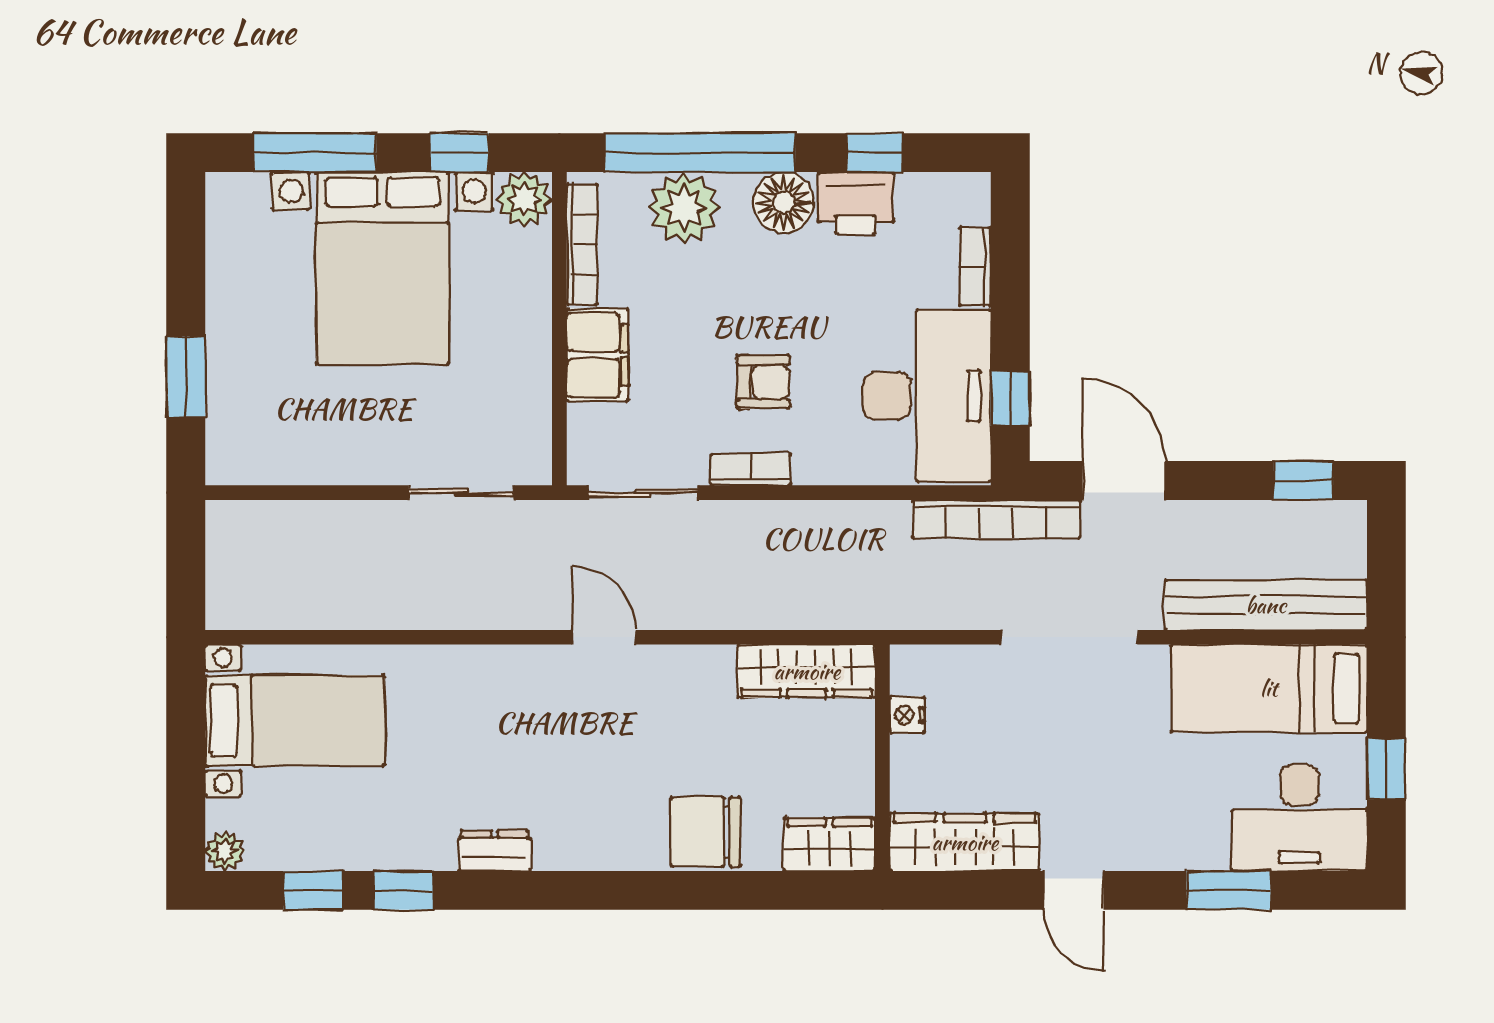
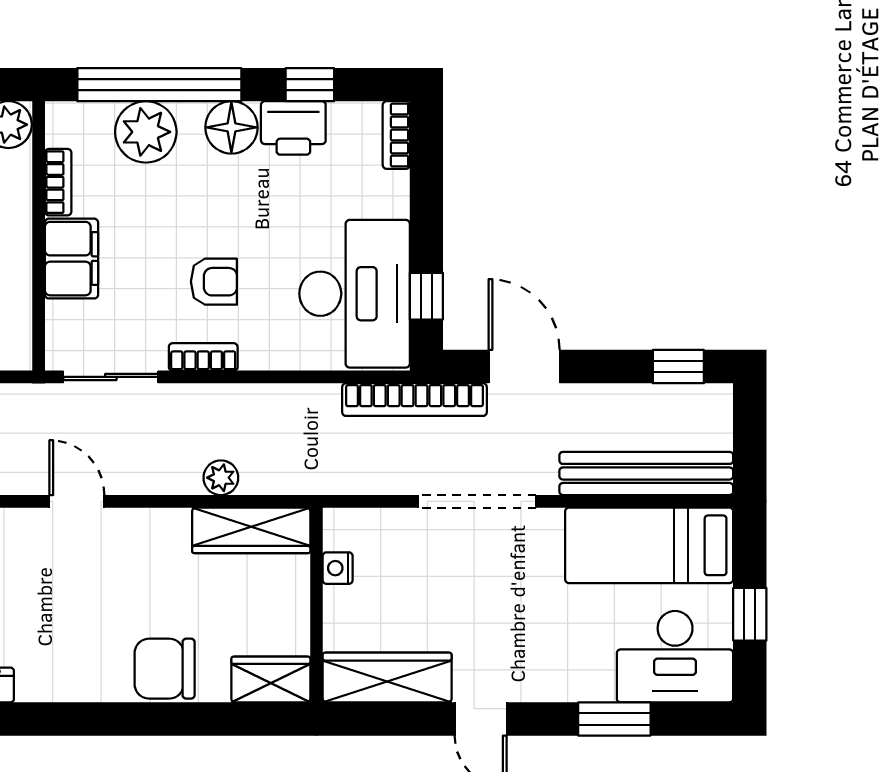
bookcase: (582, 244) -> (58, 182), width x0.64
bookcase: (975, 267) -> (396, 135), moved
plant: (771, 610) -> (221, 478), added

